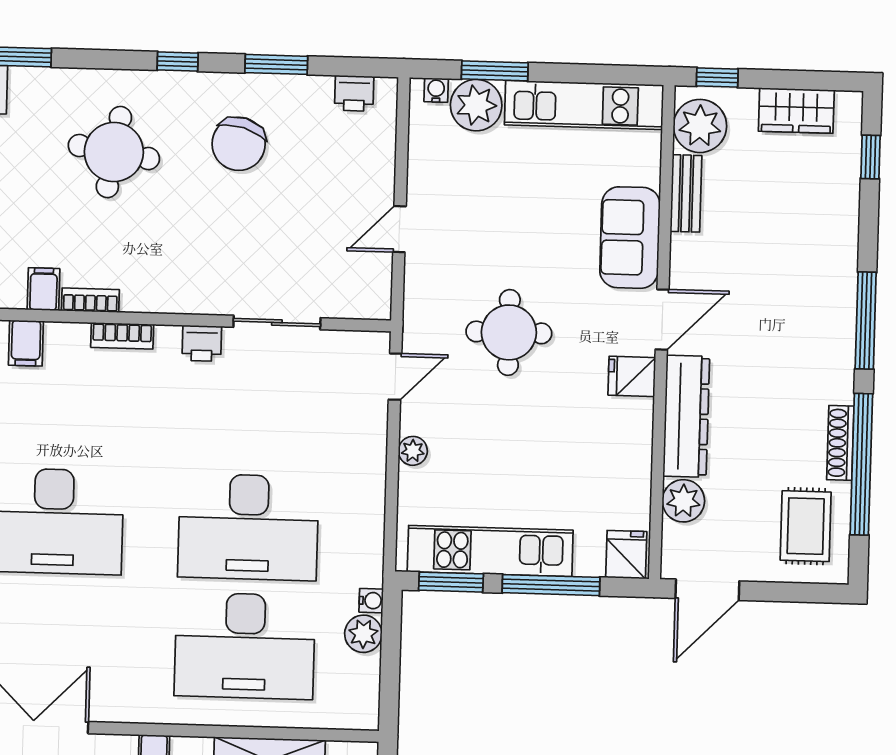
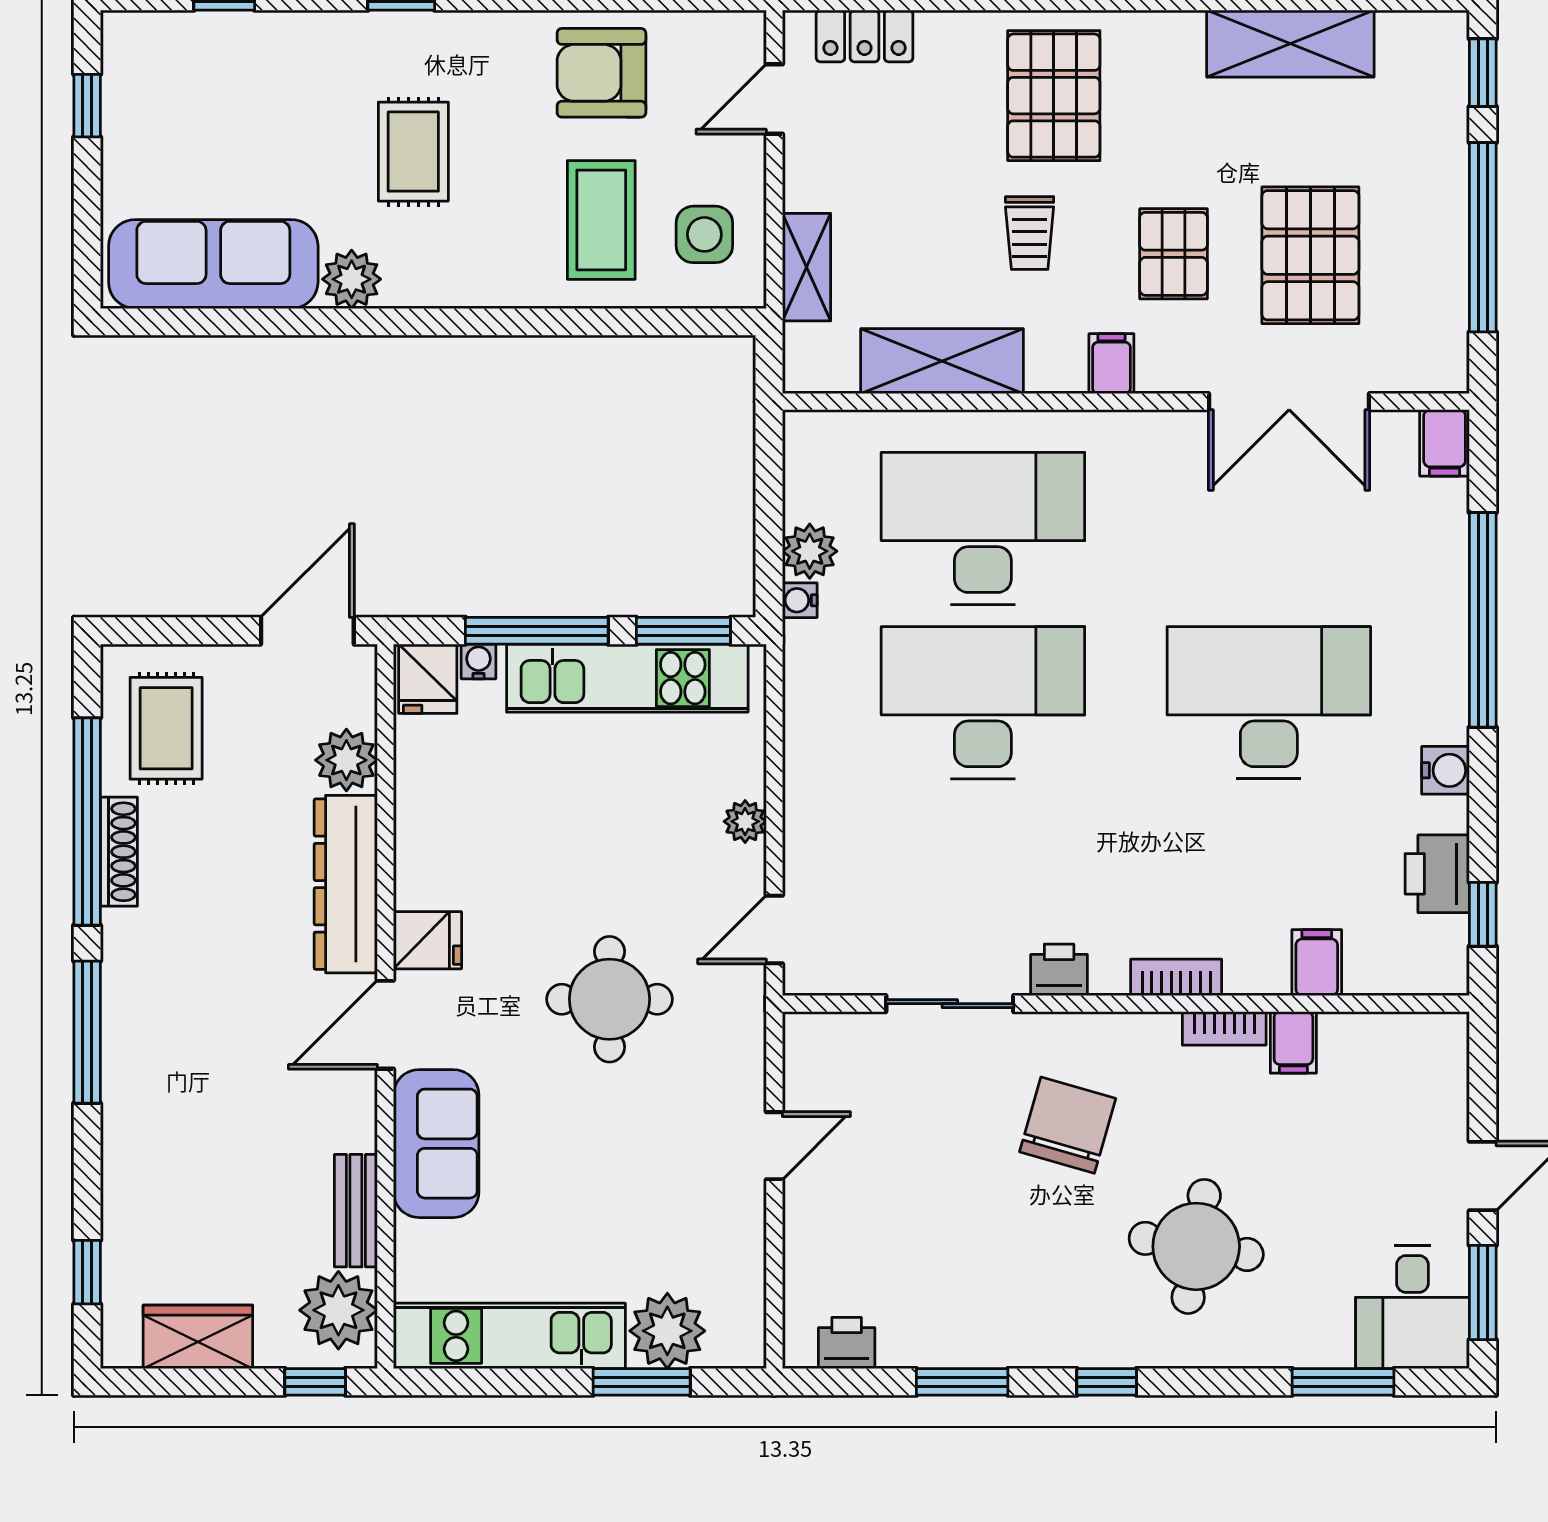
water cooler: (436, 90) -> (479, 661), moved, turned 180
chair: (239, 144) -> (1068, 1125), moved

